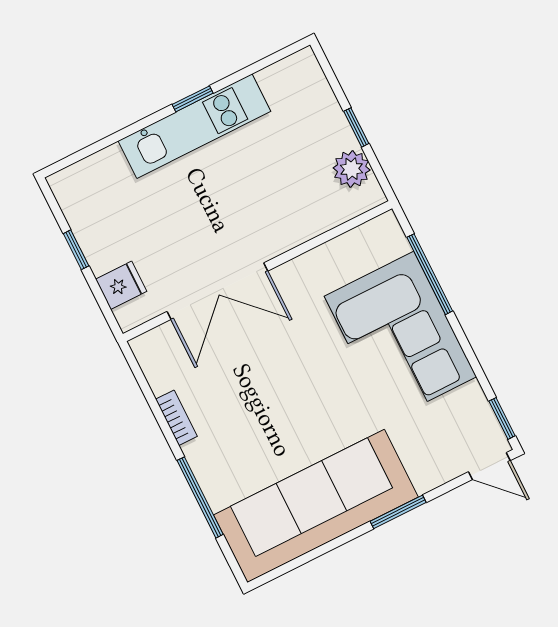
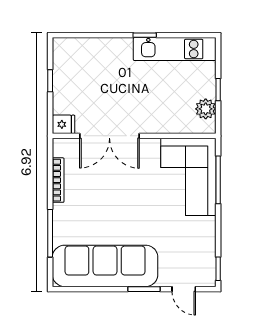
kitchen unit: (194, 126) -> (175, 49), moved
fridge: (121, 285) -> (64, 124), moved
corner sofa: (400, 336) -> (188, 177), moved
bookcase: (176, 418) -> (58, 180), width x1.56
door: (489, 466) -> (184, 289), moved

